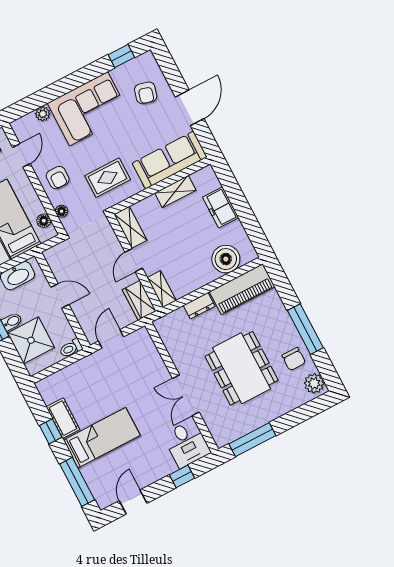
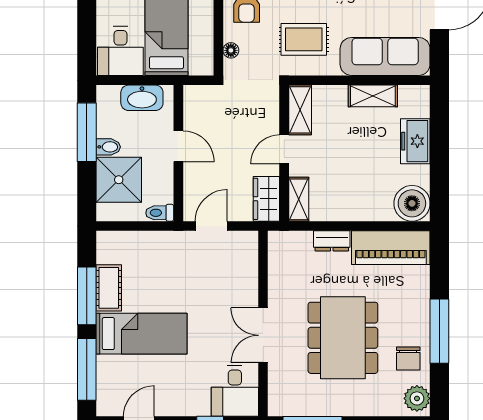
floor lamp: (44, 221) -> (205, 51), removed
boiler: (226, 259) -> (412, 203), moved
window: (51, 431) -> (87, 296), width x2.17

